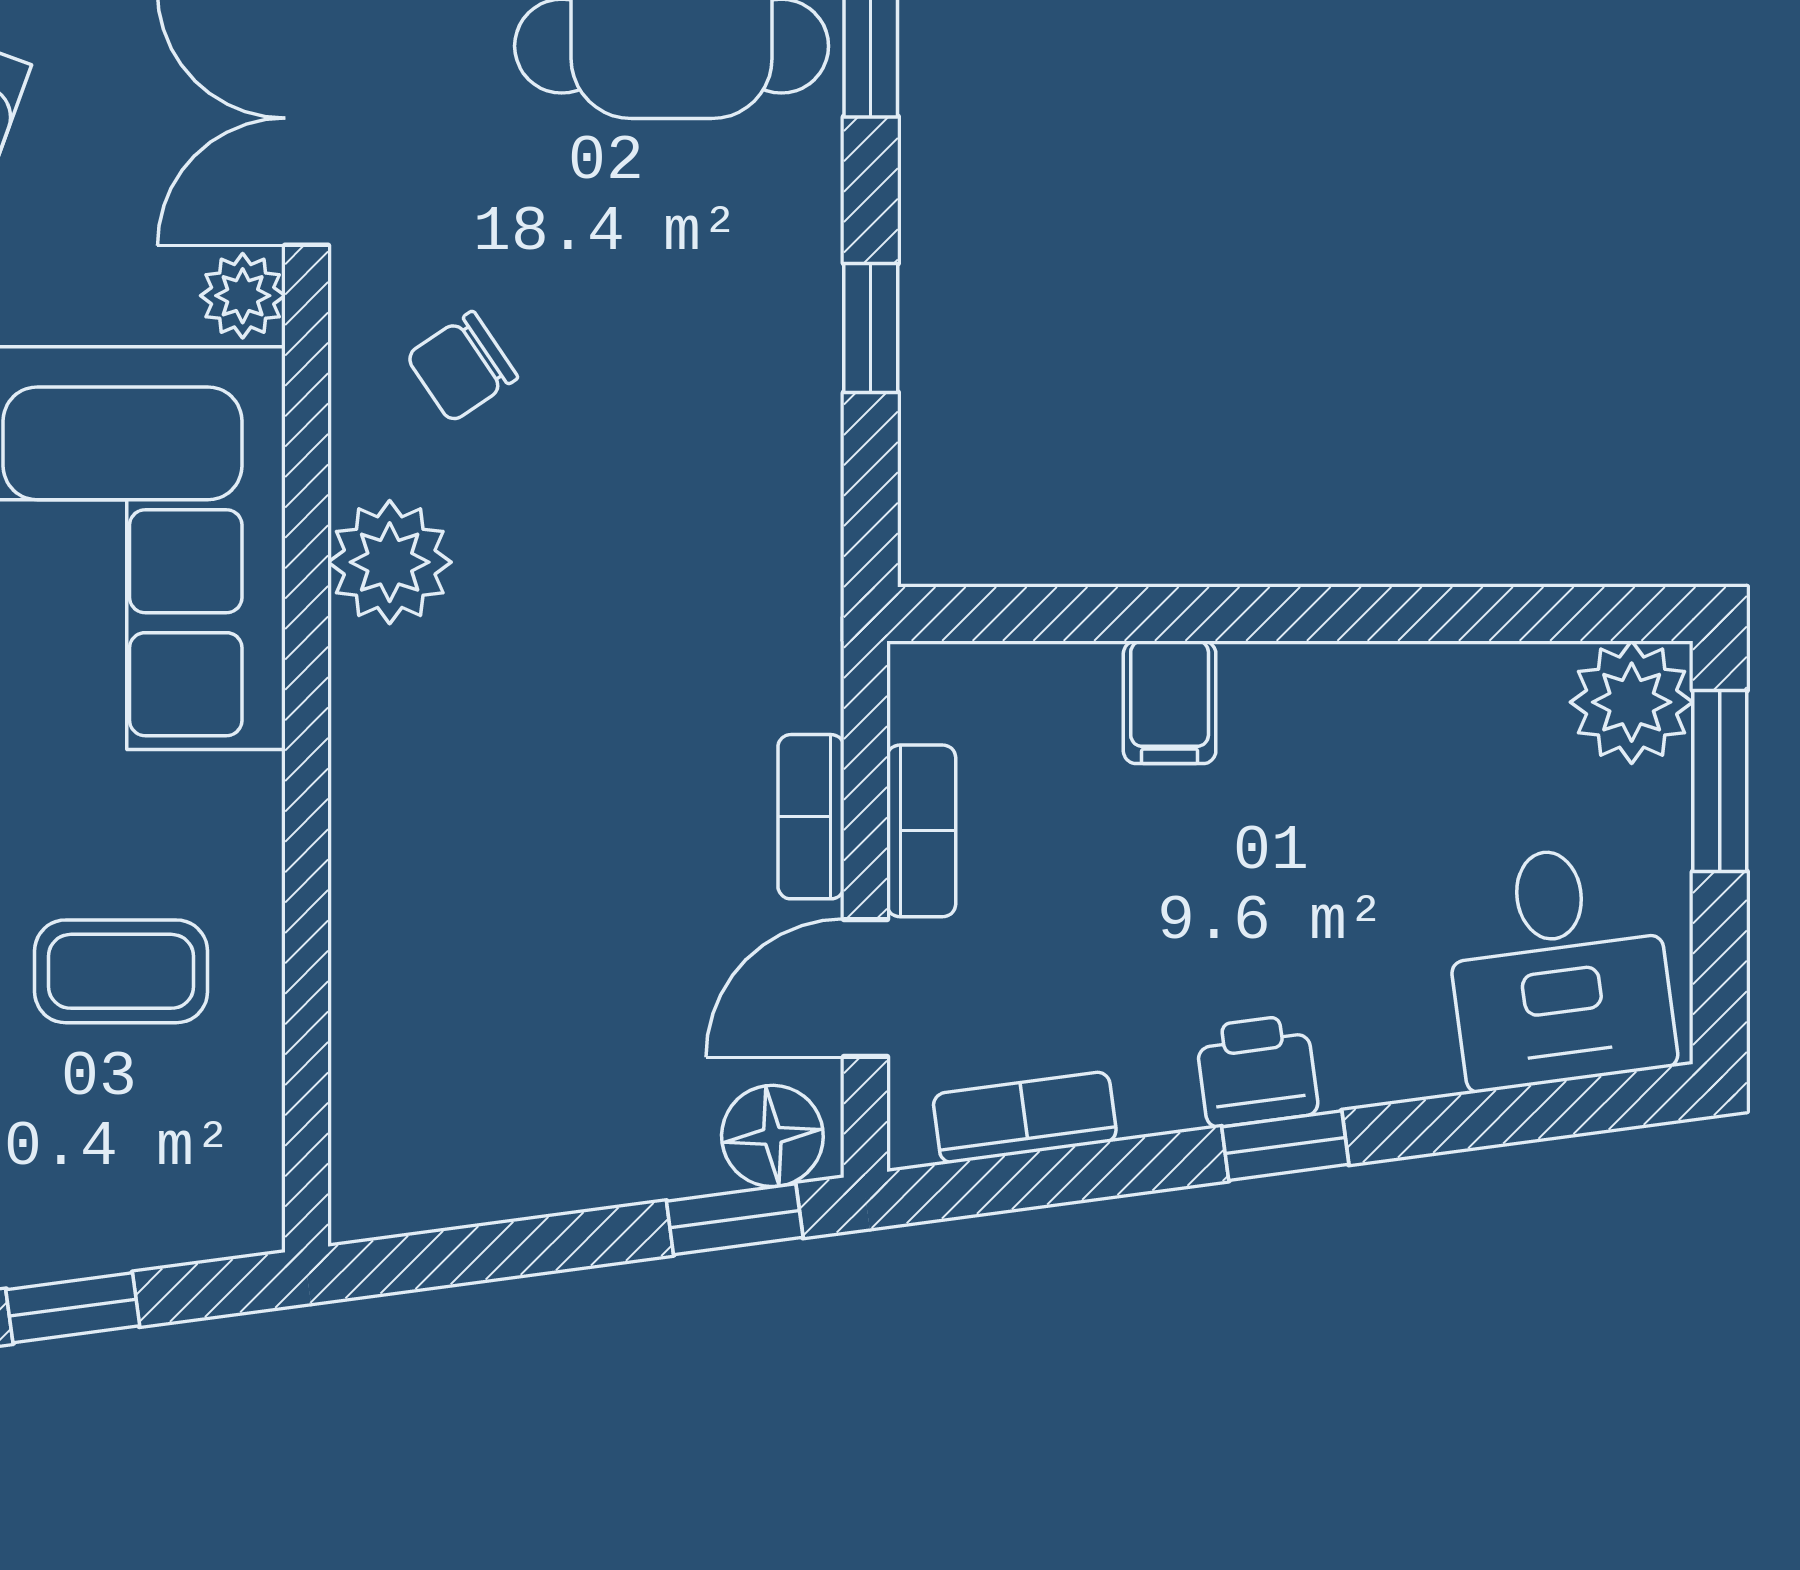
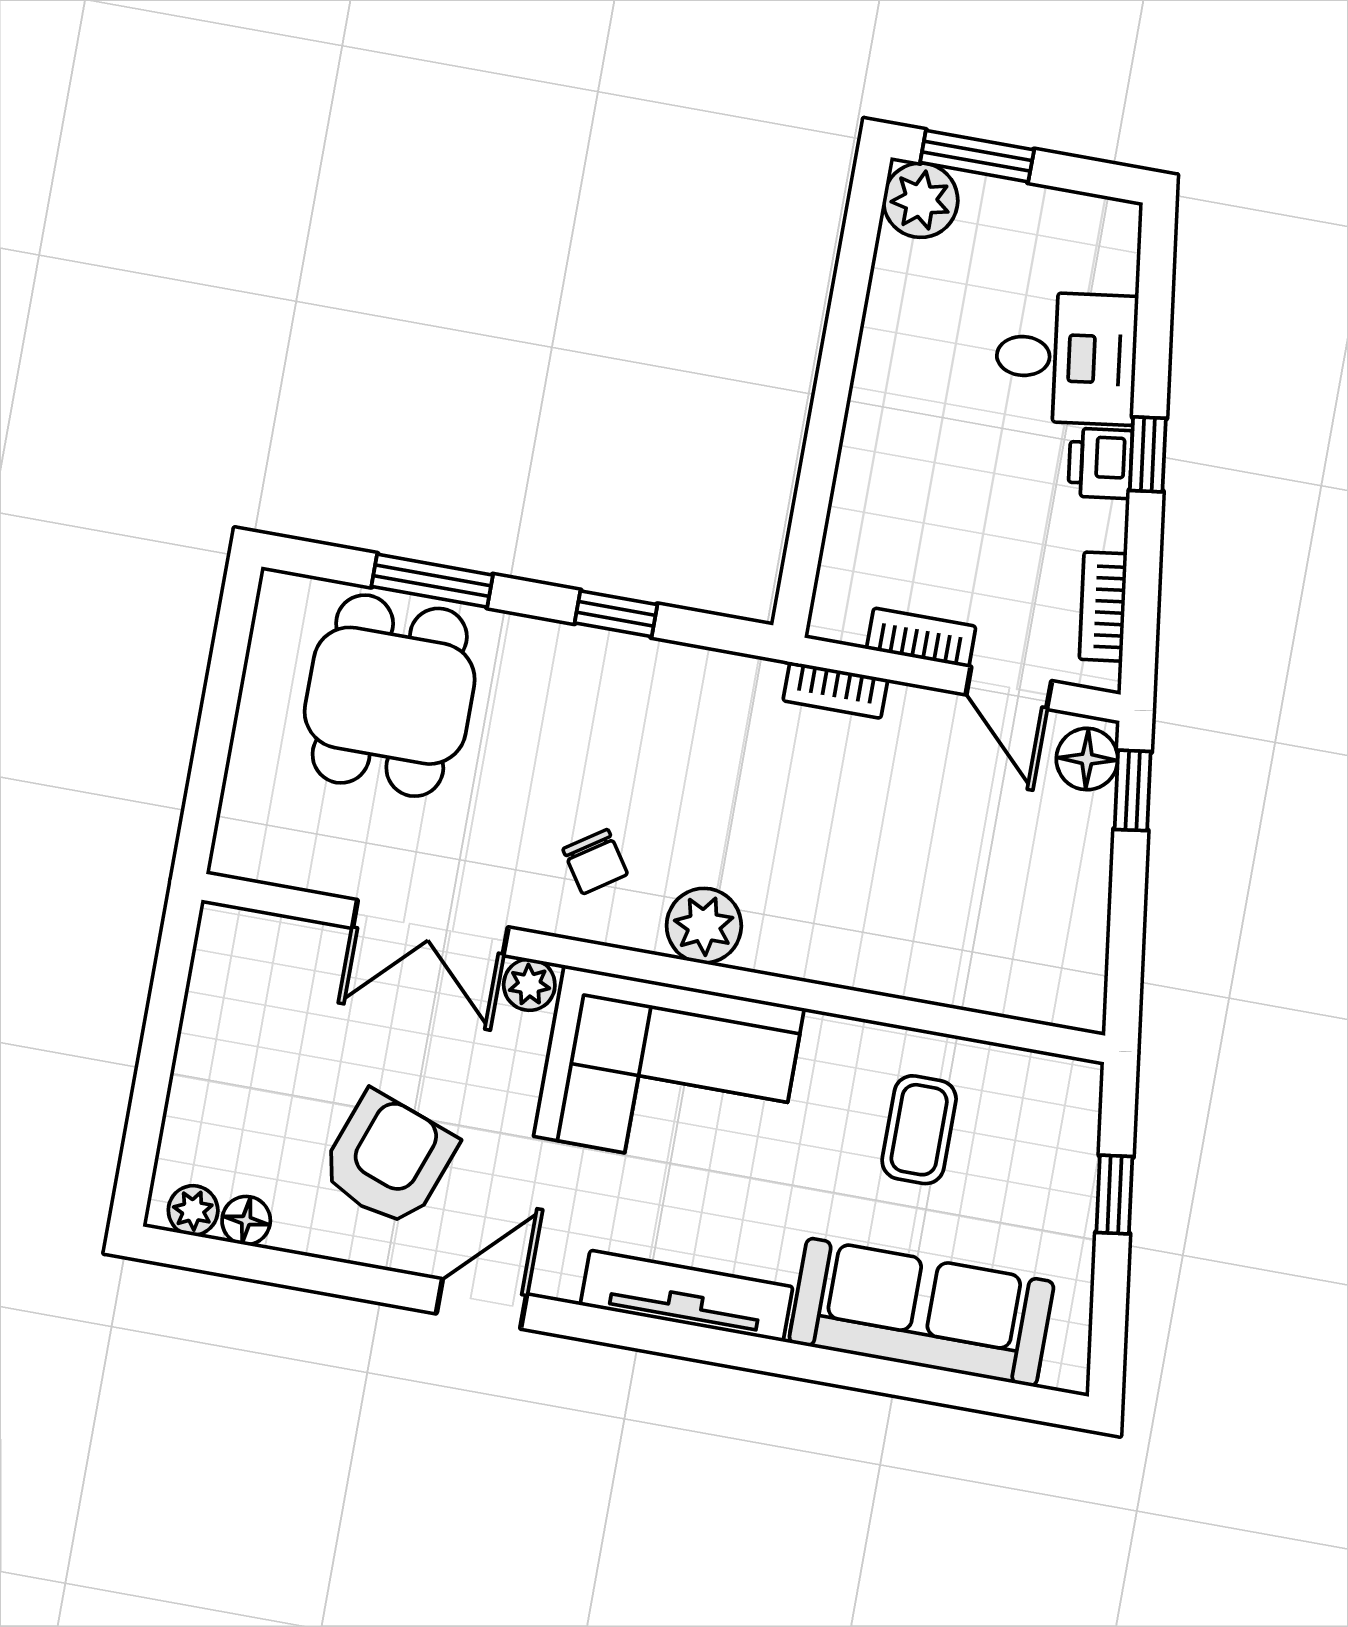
filing cabinet: (1170, 702) -> (871, 476), removed
bookcase: (811, 817) -> (835, 690), moved
desk: (1558, 966) -> (1066, 358), moved

